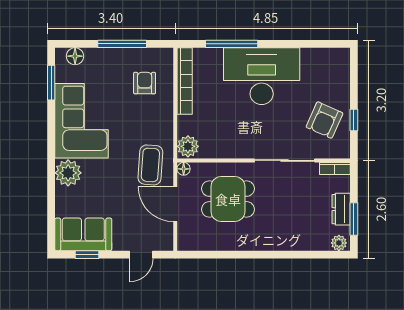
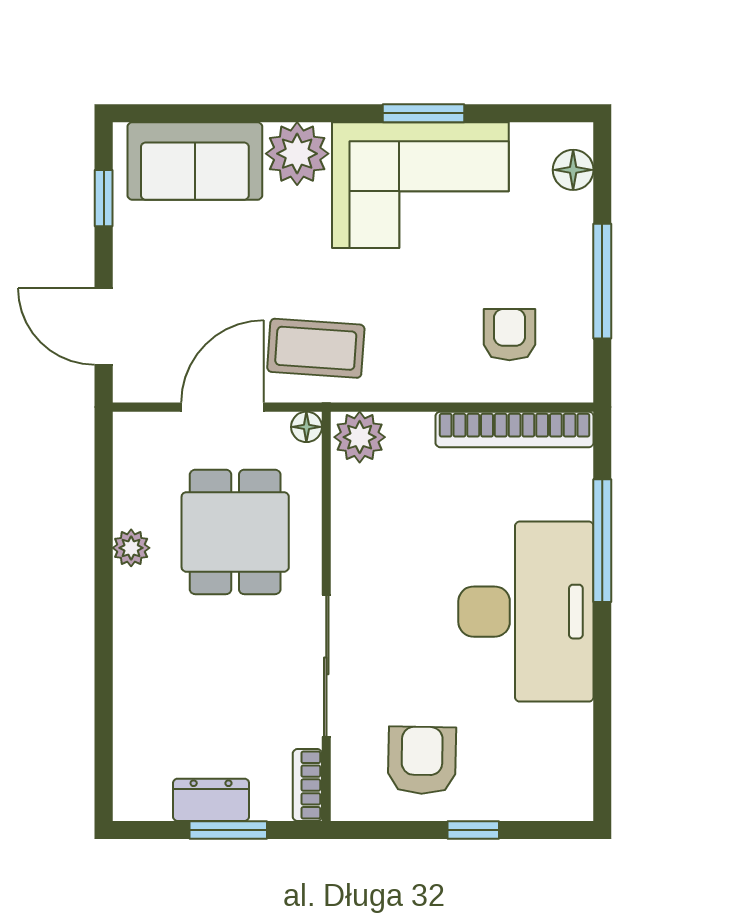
window: (51, 83) -> (423, 113), moved
armchair: (145, 83) -> (509, 335), turned -90
armchair: (324, 120) -> (422, 760), turned 67
window: (354, 120) -> (473, 830), moved
window: (354, 219) -> (228, 830), moved
sofa: (83, 234) -> (195, 161), moved, turned 90
plant: (339, 243) -> (131, 548), moved
door: (141, 255) -> (104, 327), width x1.38

